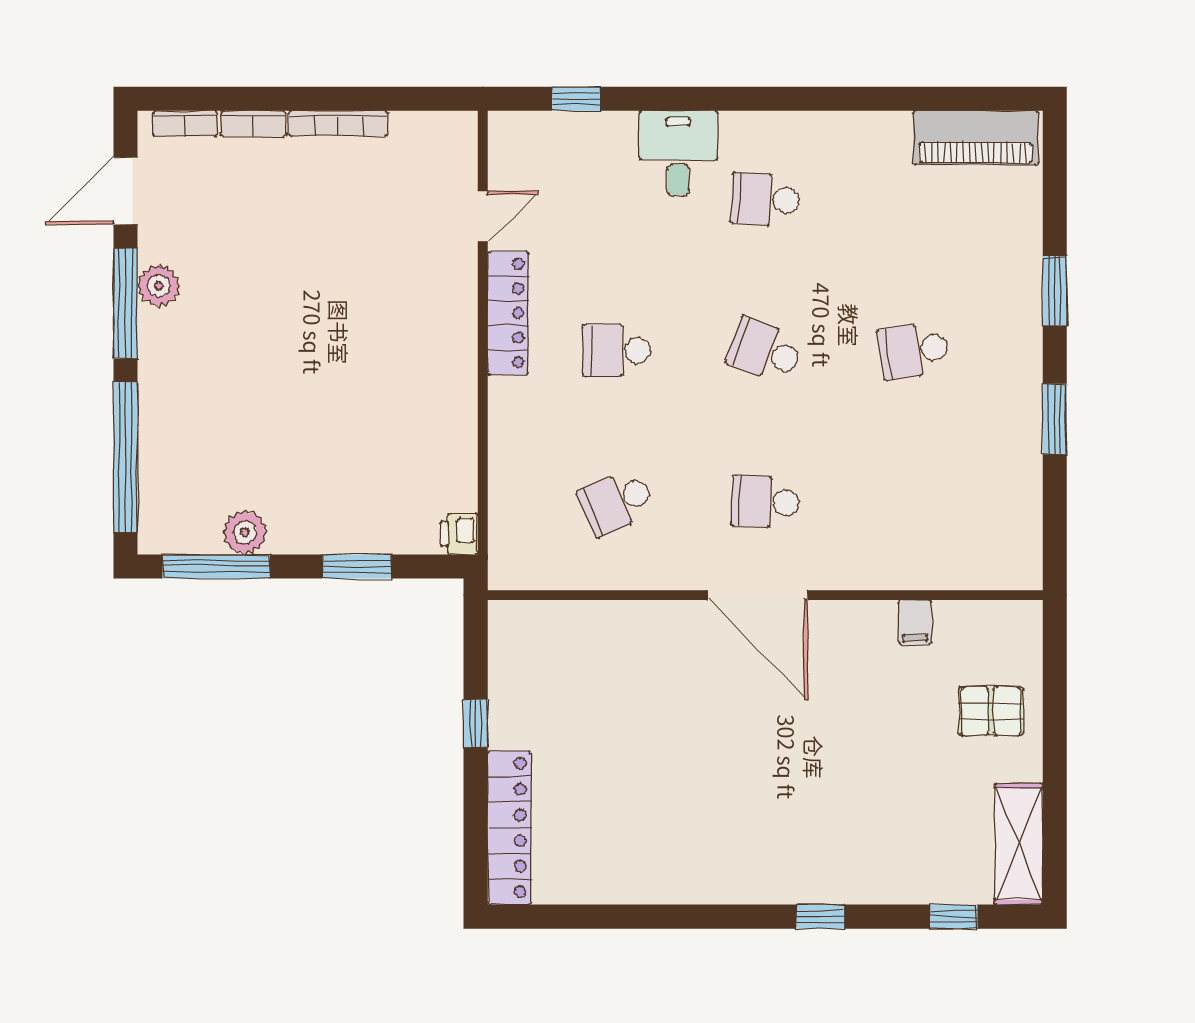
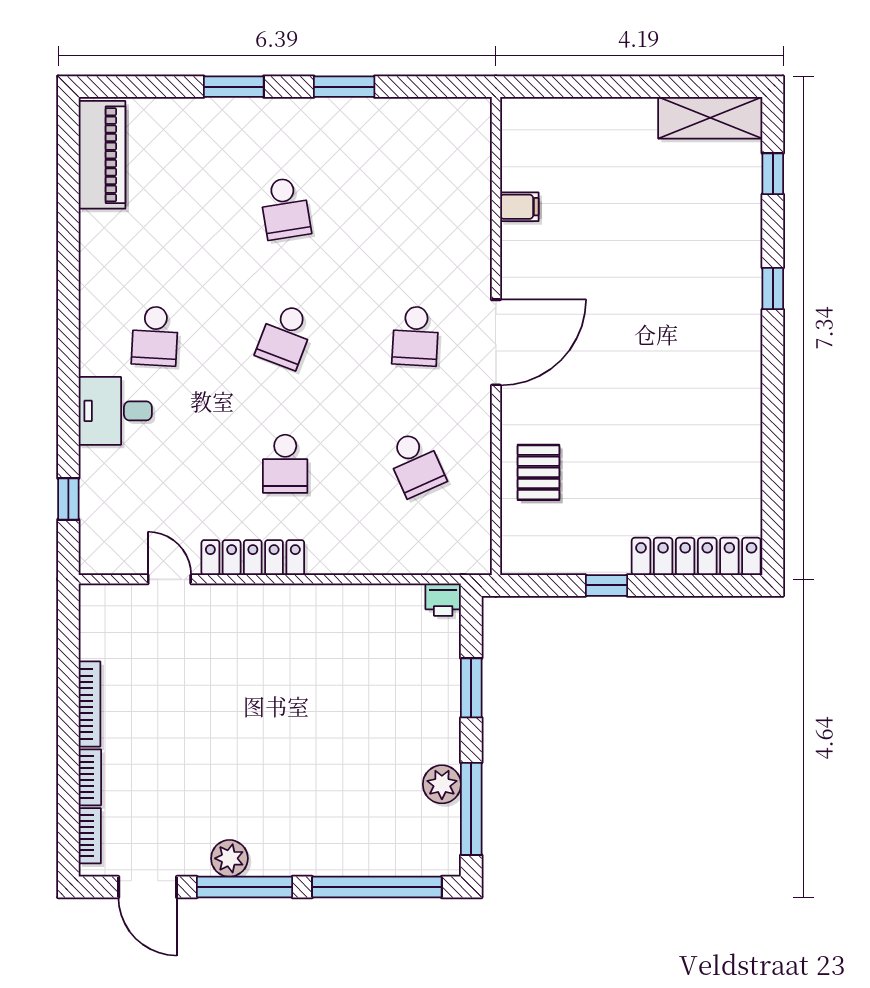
pallet: (991, 711) -> (538, 472), moved

